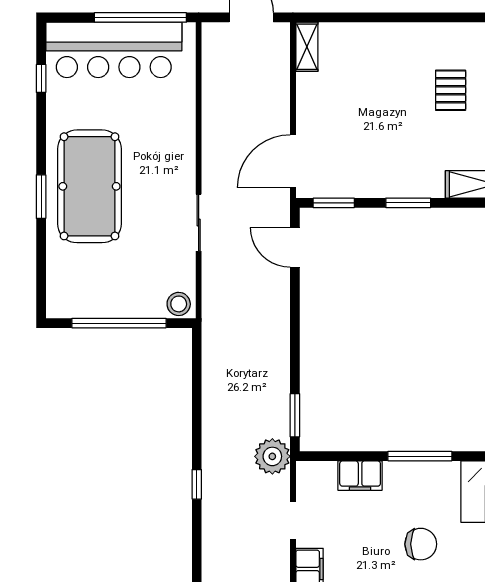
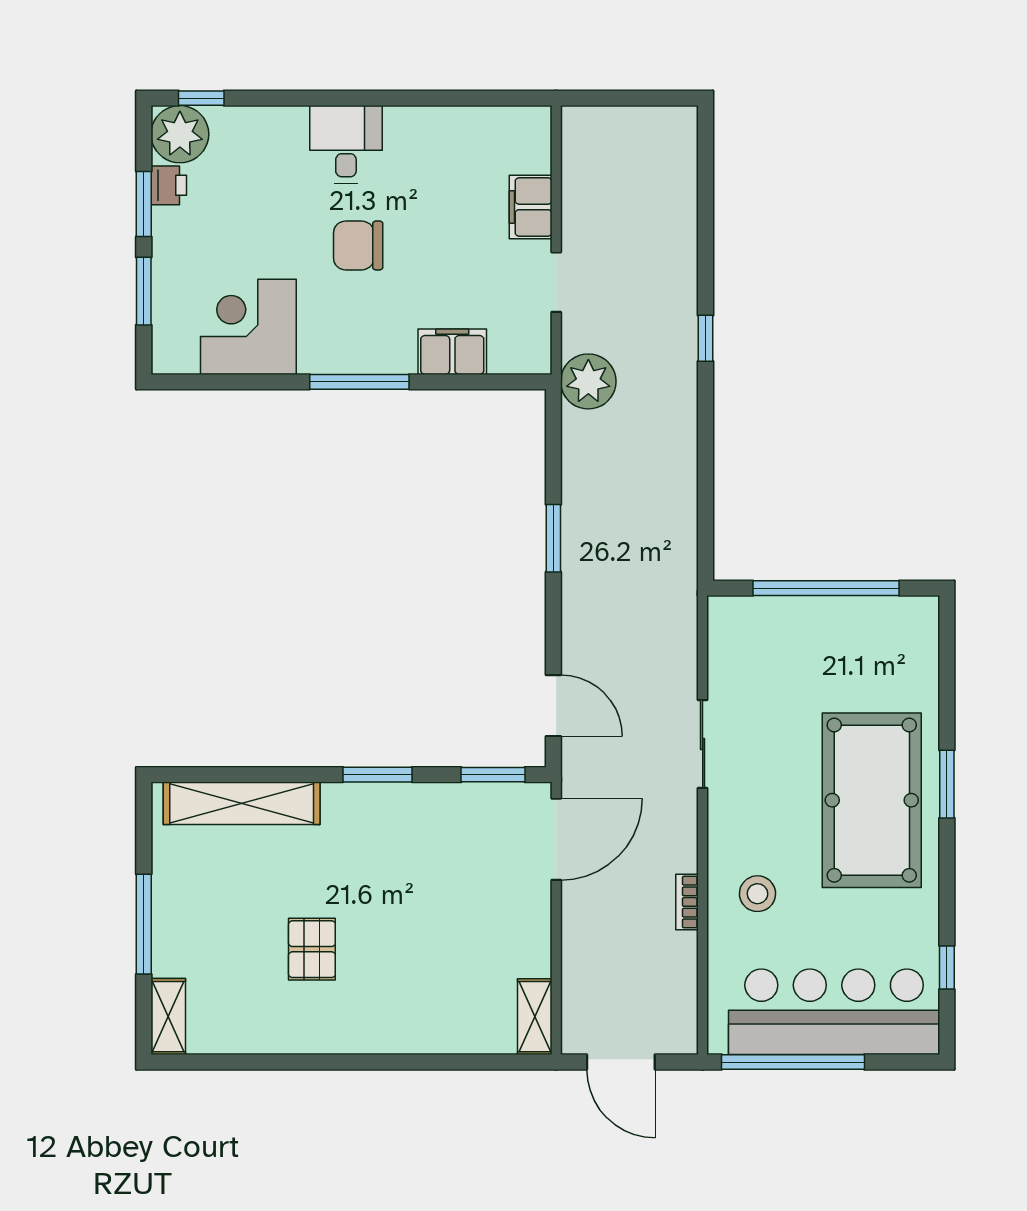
bookcase: (209, 121) -> (687, 902), added
stool: (179, 304) -> (757, 894), moved
window: (295, 415) -> (553, 538), moved

